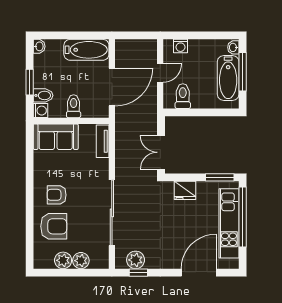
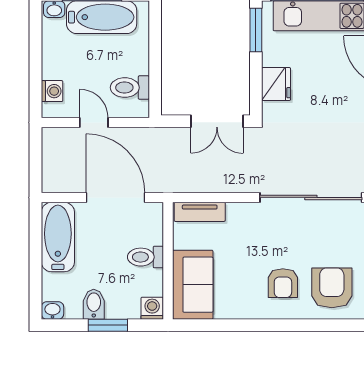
bidet: (43, 95) -> (94, 304), moved

